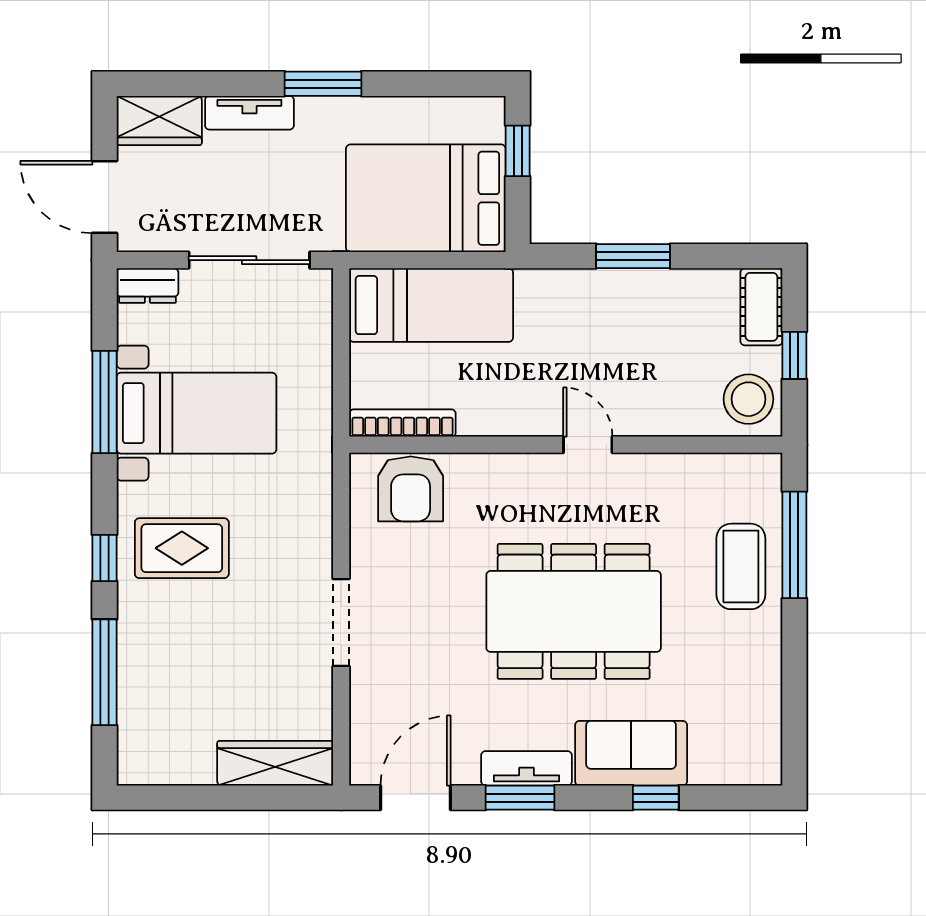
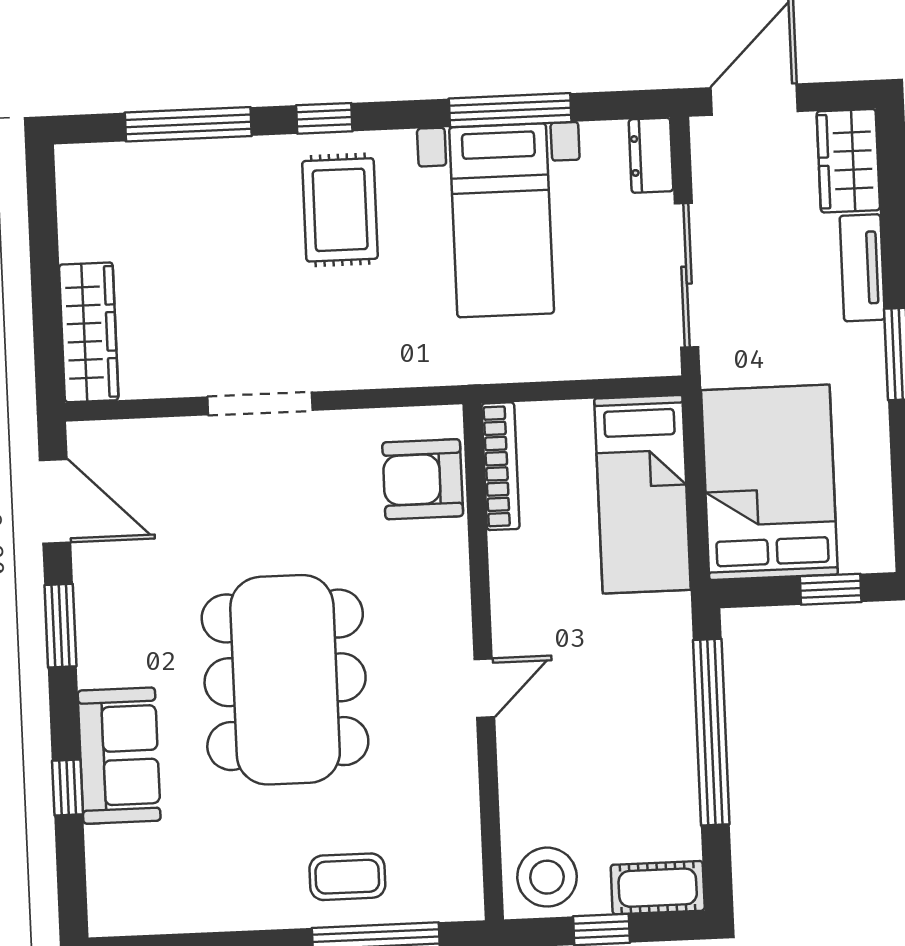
window: (633, 256) -> (711, 732), width x2.11
coffee table: (741, 566) -> (347, 877), width x0.73, depth x0.77
tv unit: (526, 768) -> (96, 632), removed

